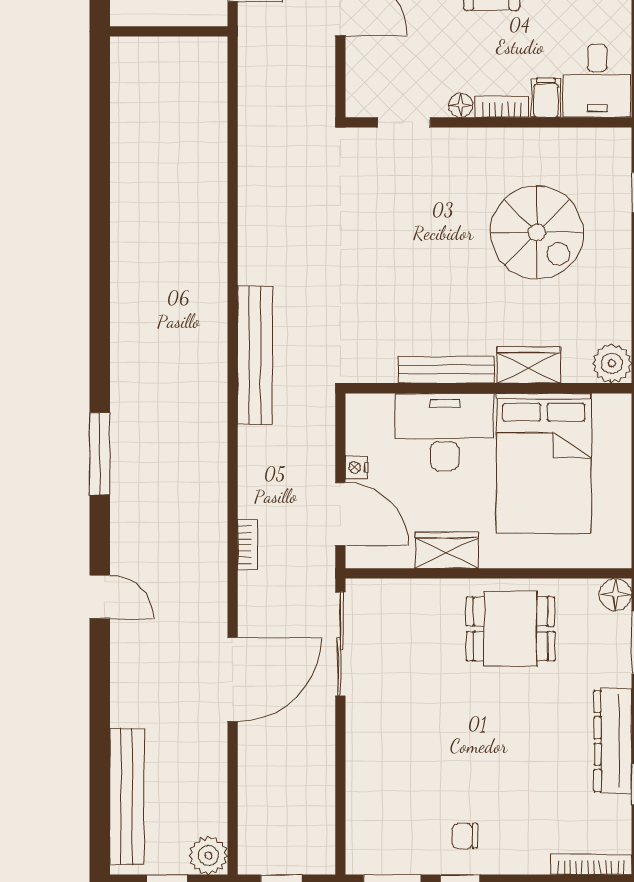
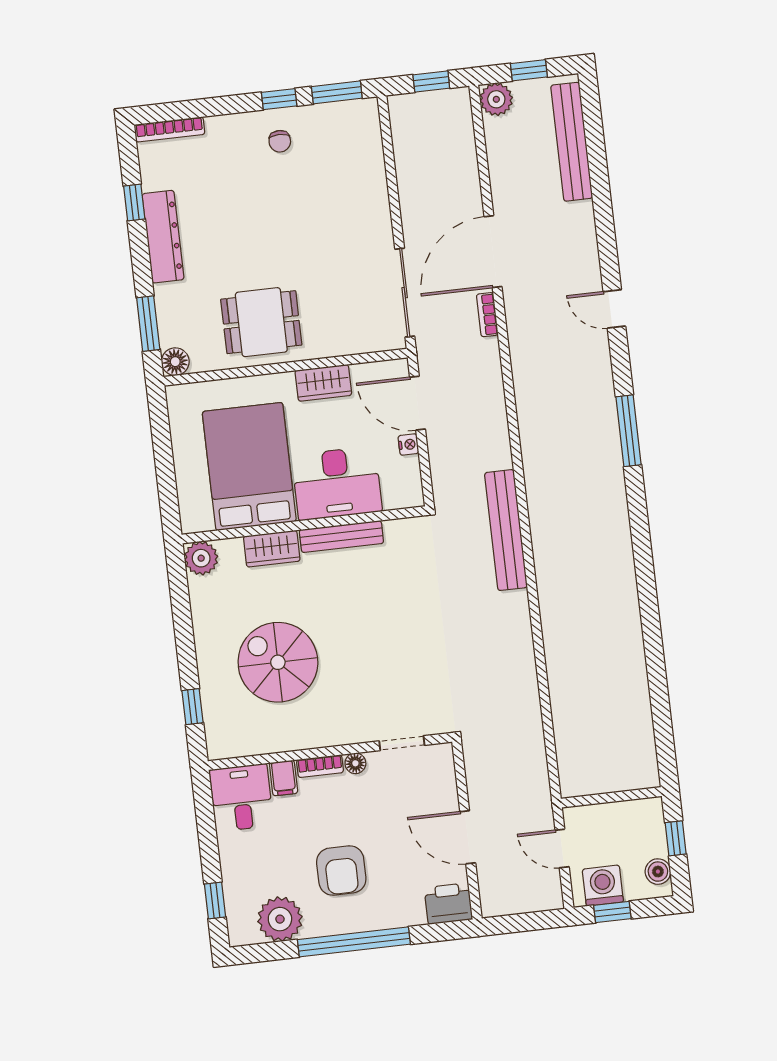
bookcase: (248, 545) -> (487, 315), moved
chair: (465, 836) -> (280, 141), turned 90

